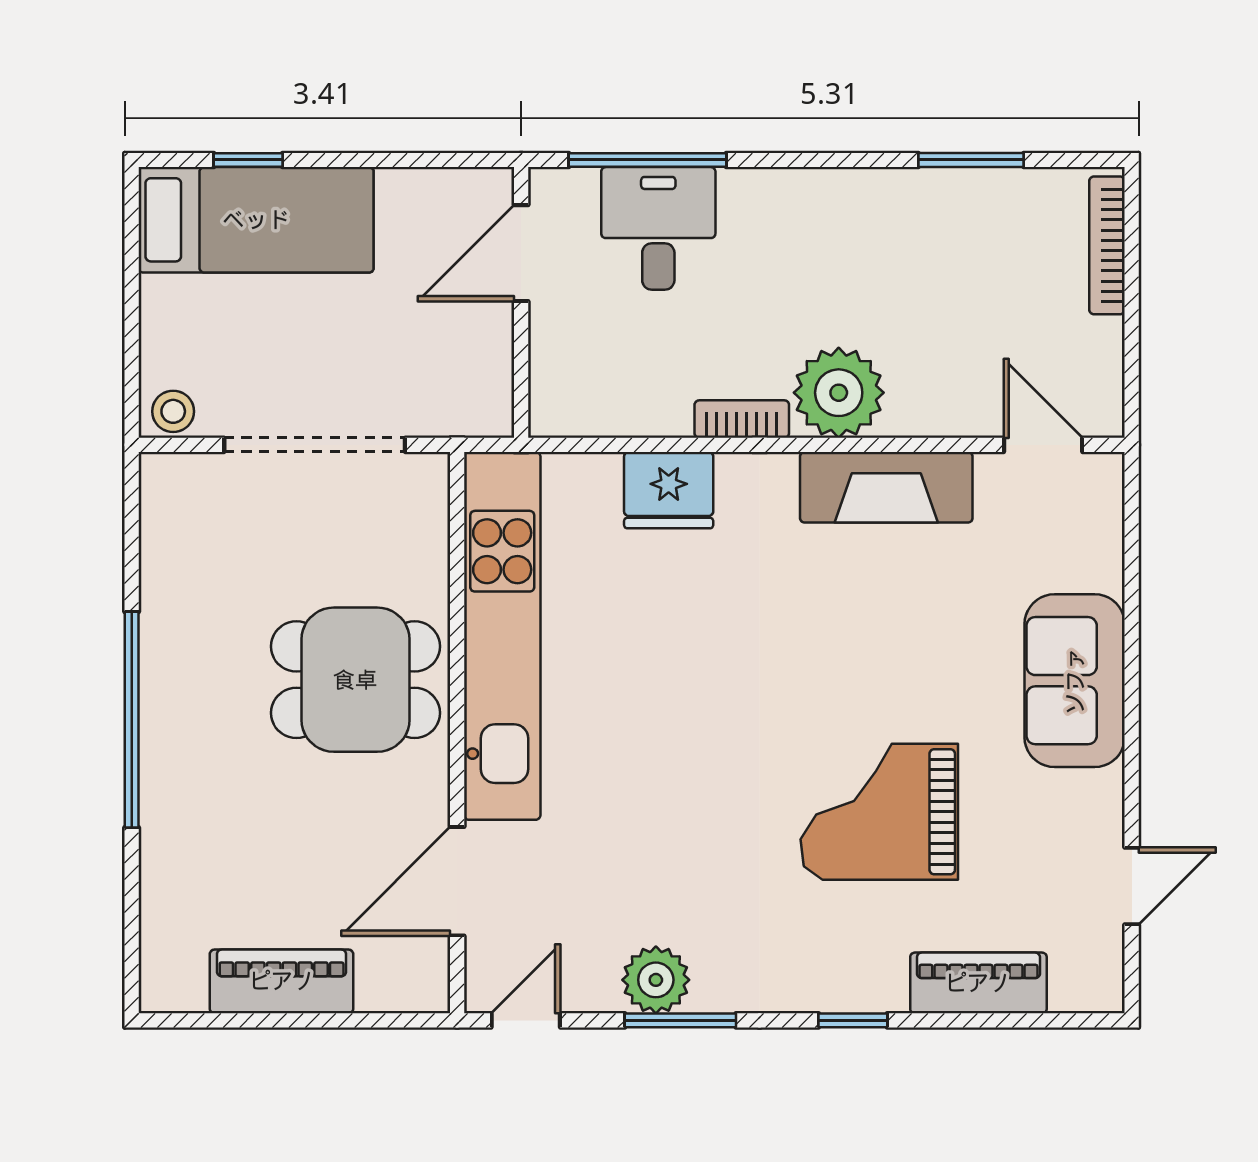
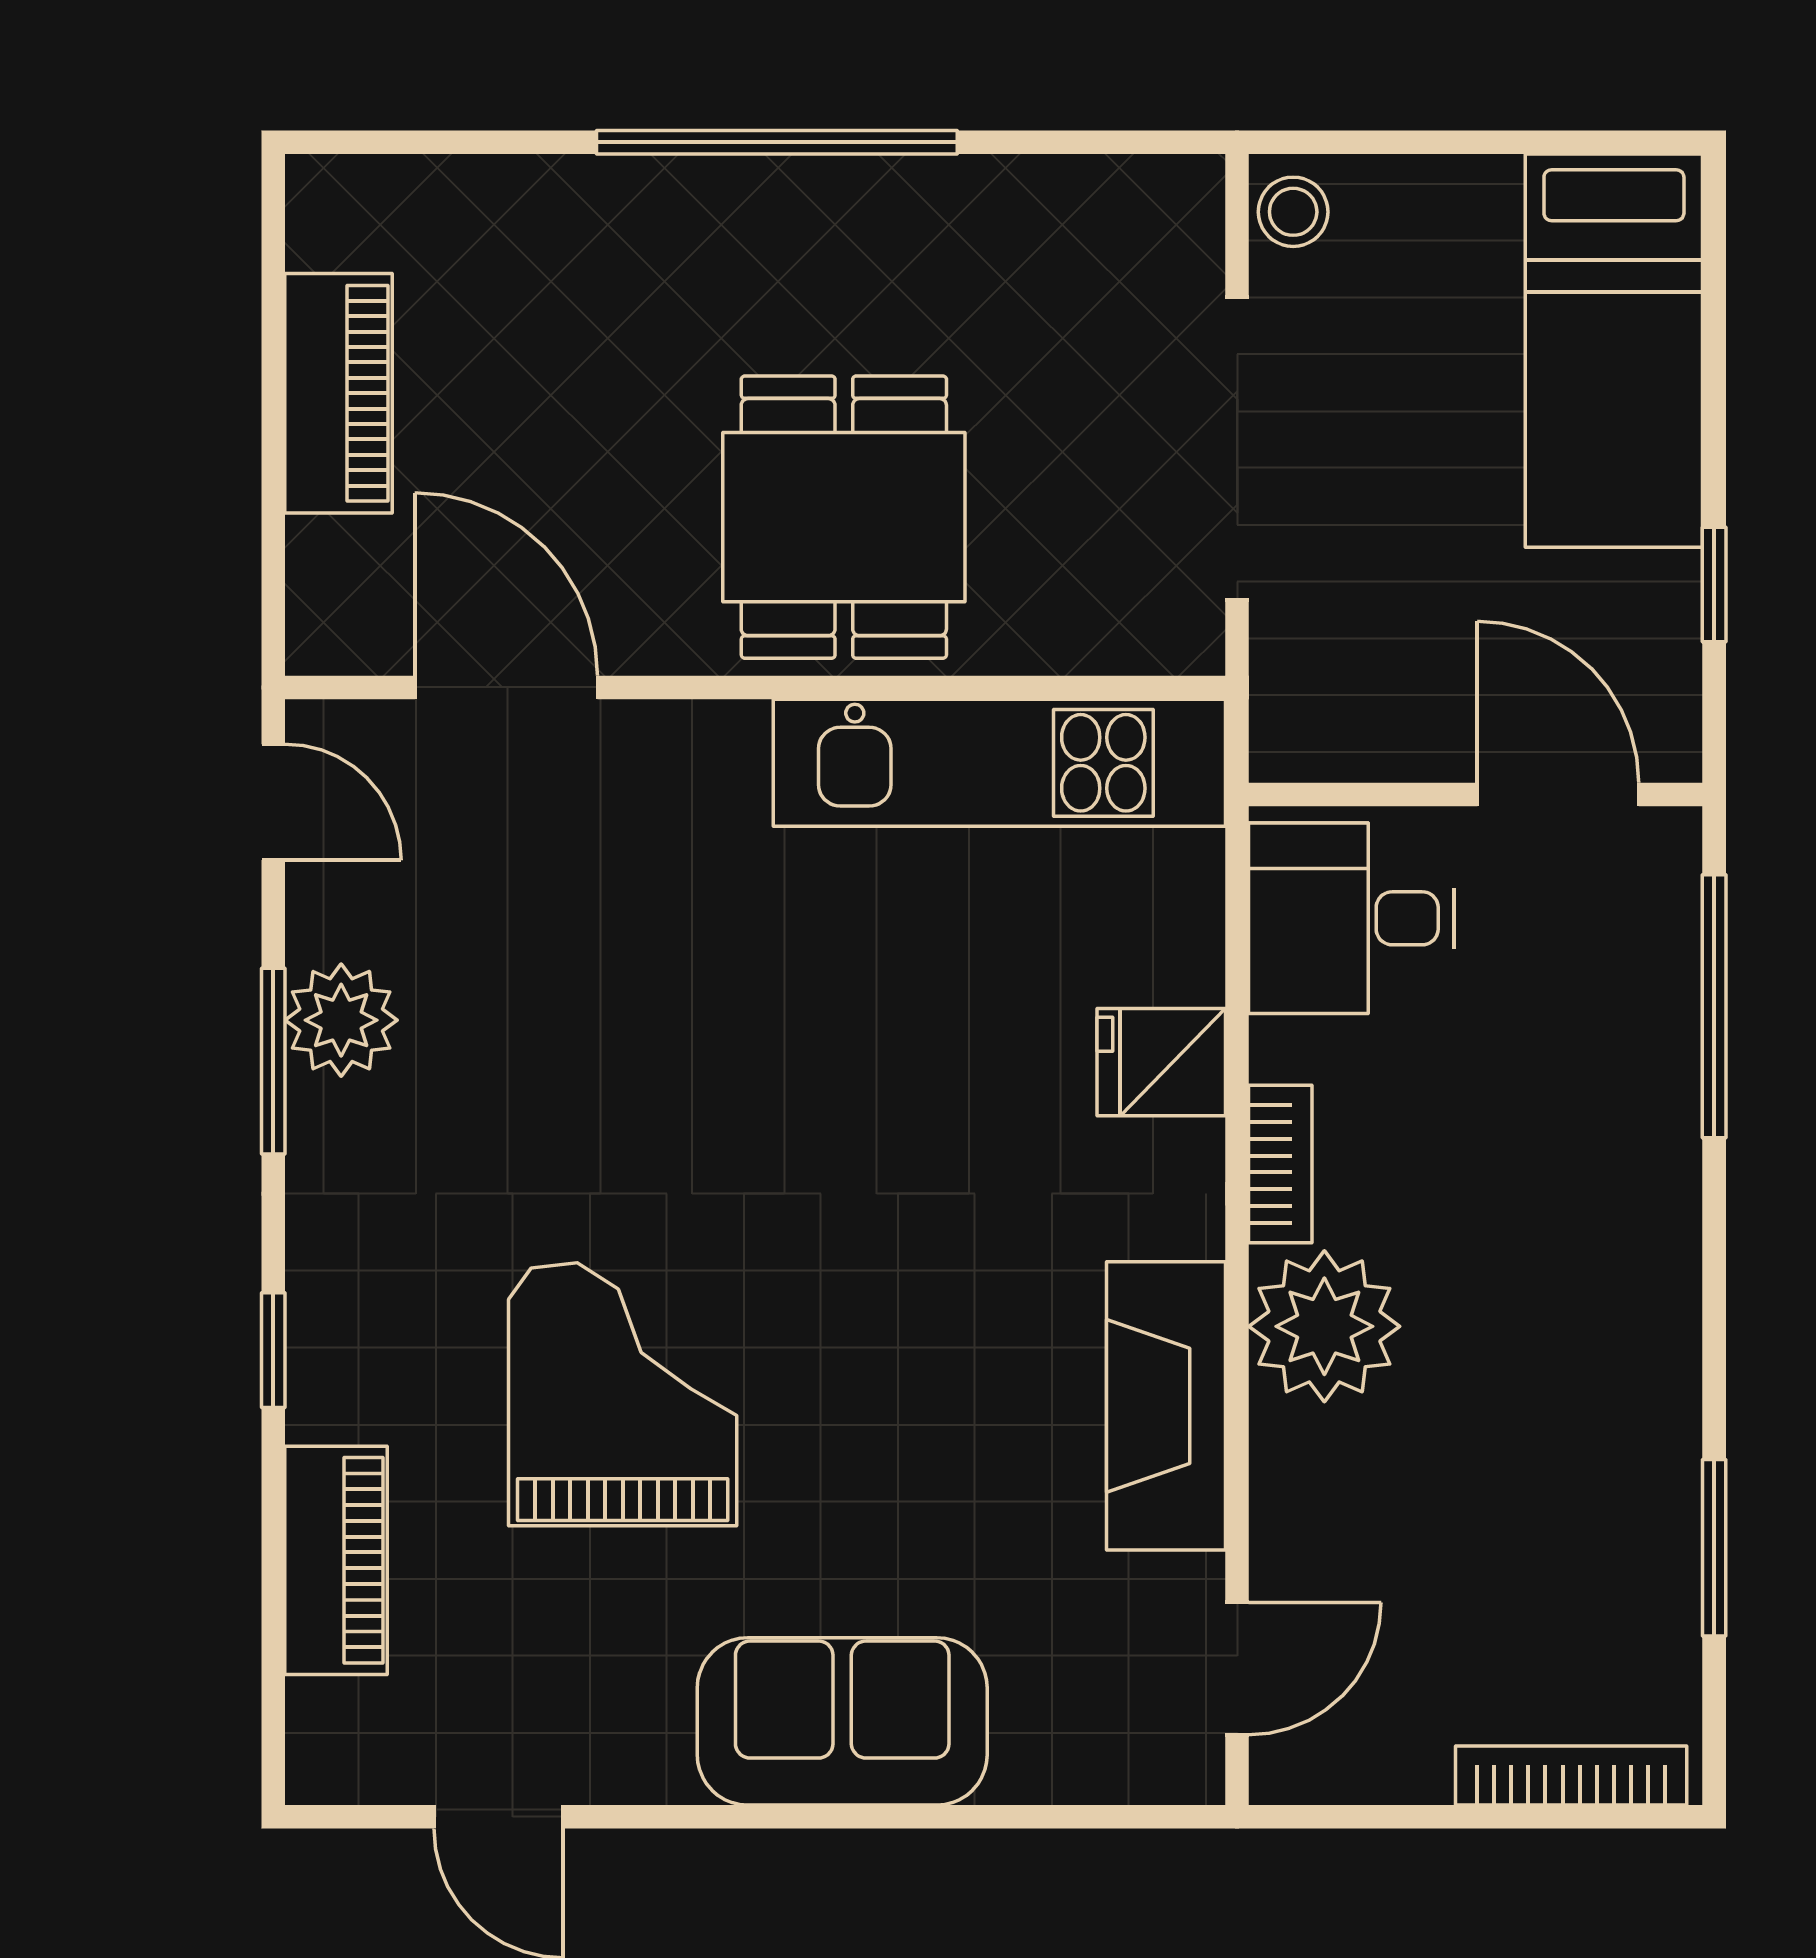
window: (248, 160) -> (1714, 585), moved
desk: (658, 228) -> (1352, 918), moved, turned 180
fridge: (669, 490) -> (1161, 1062), width x0.72
kitchen unit: (502, 636) -> (999, 763), width x0.73

